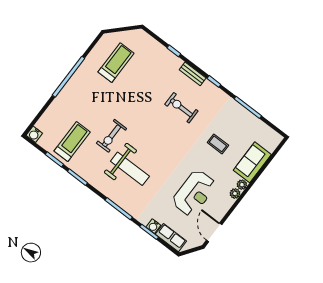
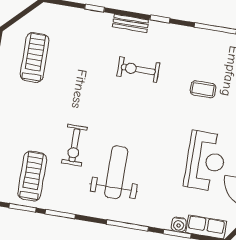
weight bench: (130, 169) -> (116, 172), turned -90

